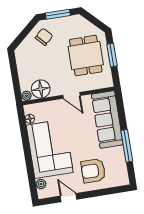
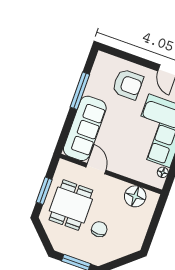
chair: (44, 37) -> (99, 229), moved, turned 133
door: (72, 95) -> (96, 169), moved
plant: (26, 96) -> (153, 198), removed

